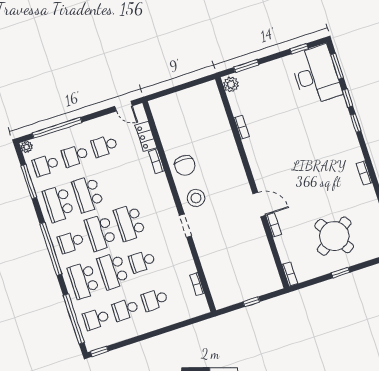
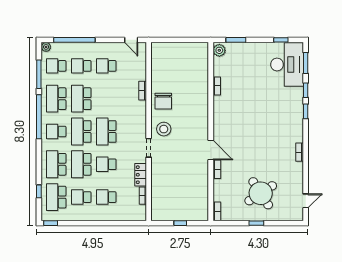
locker: (146, 136) -> (141, 175), moved
window: (51, 249) -> (39, 117), moved
window: (74, 319) -> (39, 191), width x0.32
school desk: (96, 319) -> (56, 197), width x1.85

